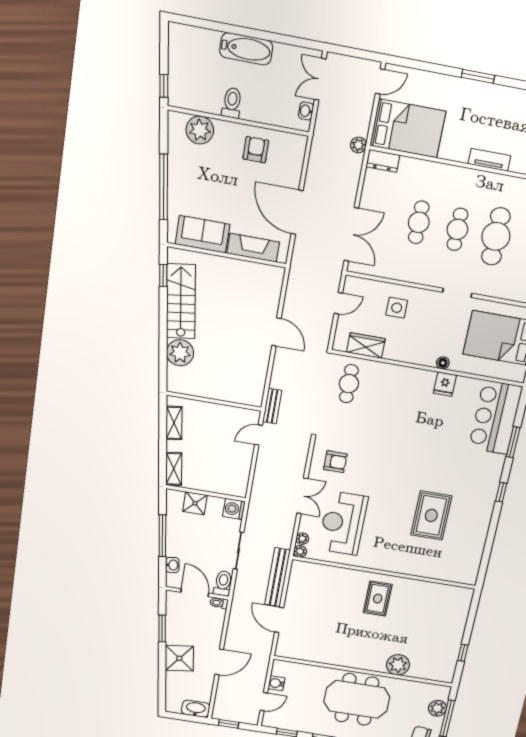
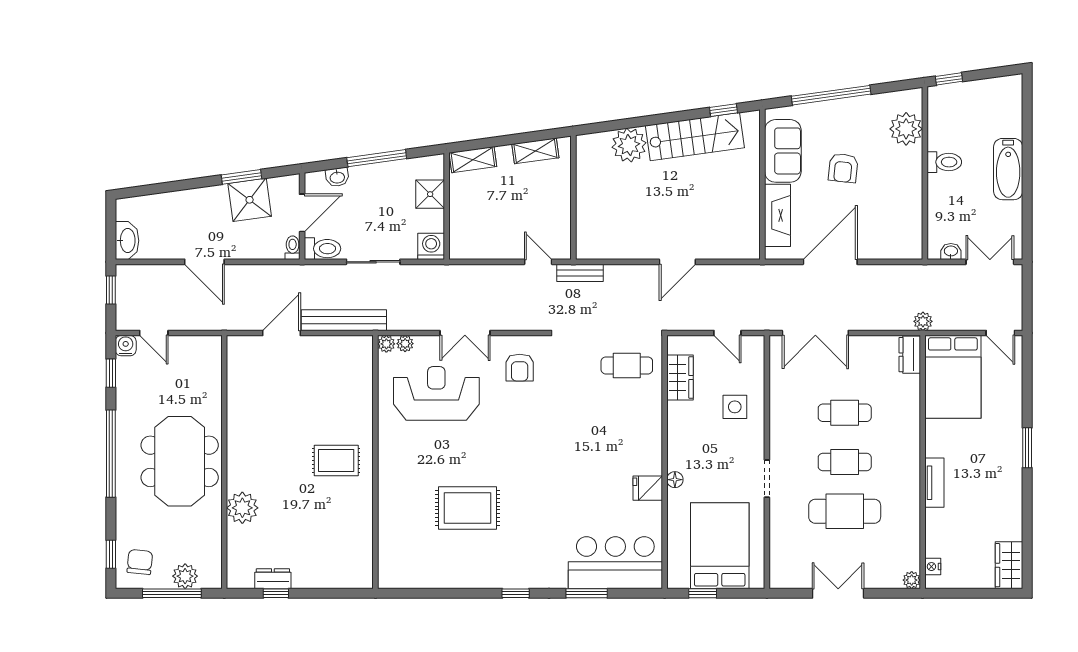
armchair: (256, 150) -> (843, 168), moved, turned 96
dresser: (452, 653) -> (273, 579), added
shower: (179, 658) -> (250, 200), moved
water cooler: (276, 683) -> (126, 346), moved

